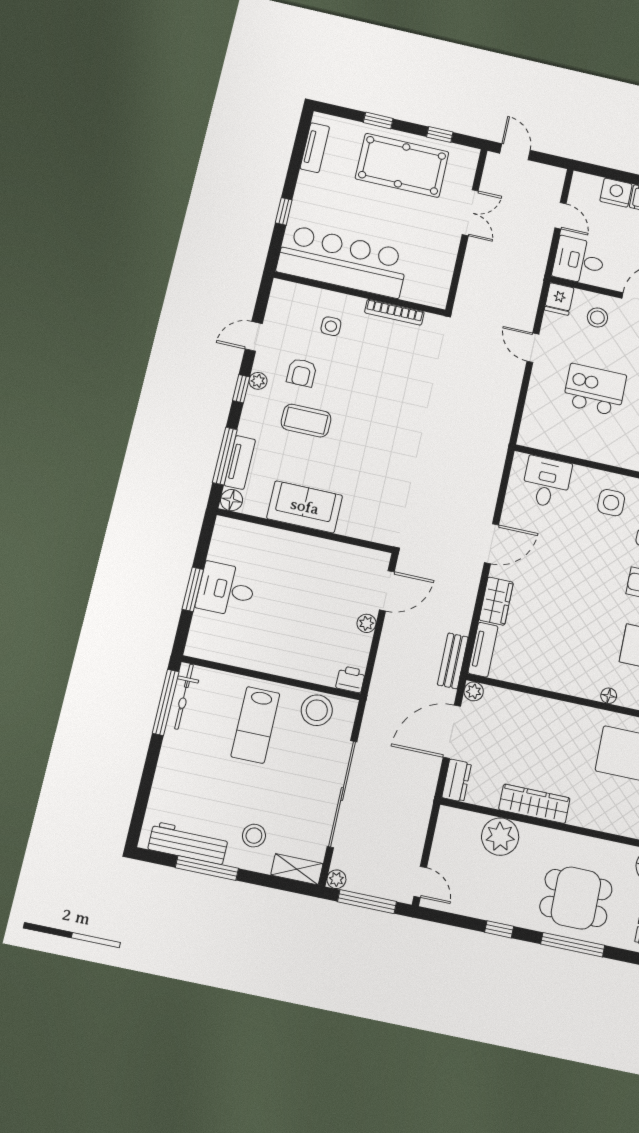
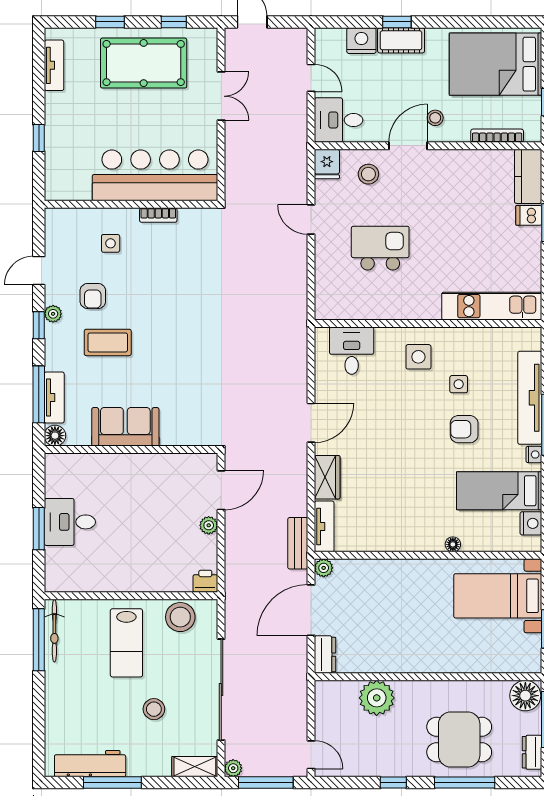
bar counter: (343, 261) -> (155, 175), moved
bookcase: (394, 312) -> (158, 215), width x0.64
wardrobe: (534, 804) -> (403, 661), removed
stool: (254, 836) -> (154, 709), moved

